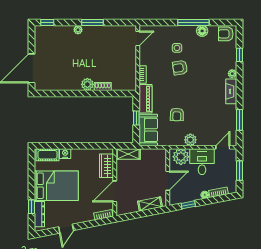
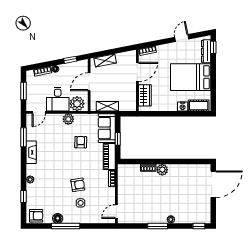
fireplace: (231, 91) -> (31, 152), moved
shelving: (128, 154) -> (107, 106), moved
window: (31, 207) -> (213, 47), moved

